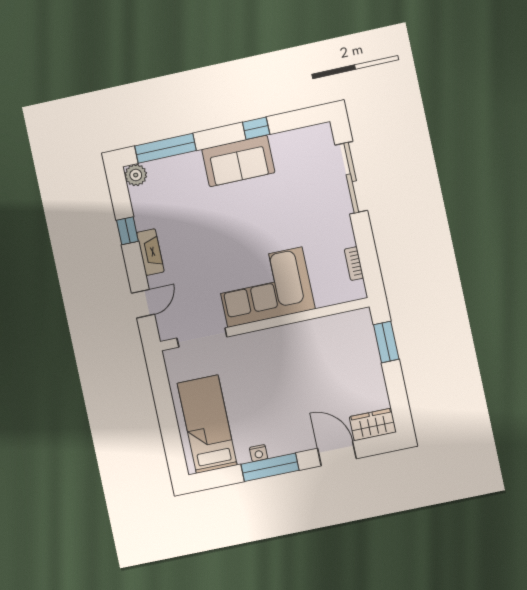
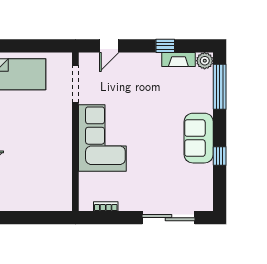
fireplace: (150, 252) -> (178, 59), moved
door: (143, 304) -> (109, 46), hinge flipped
window: (386, 342) -> (44, 218), removed

